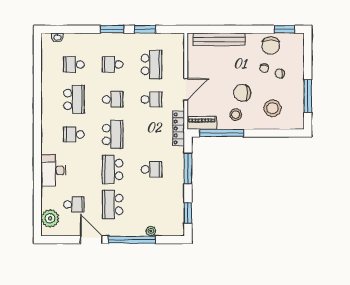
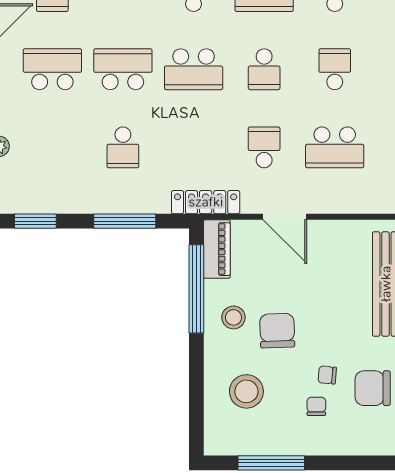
school desk: (151, 99) -> (264, 147), turned 180

